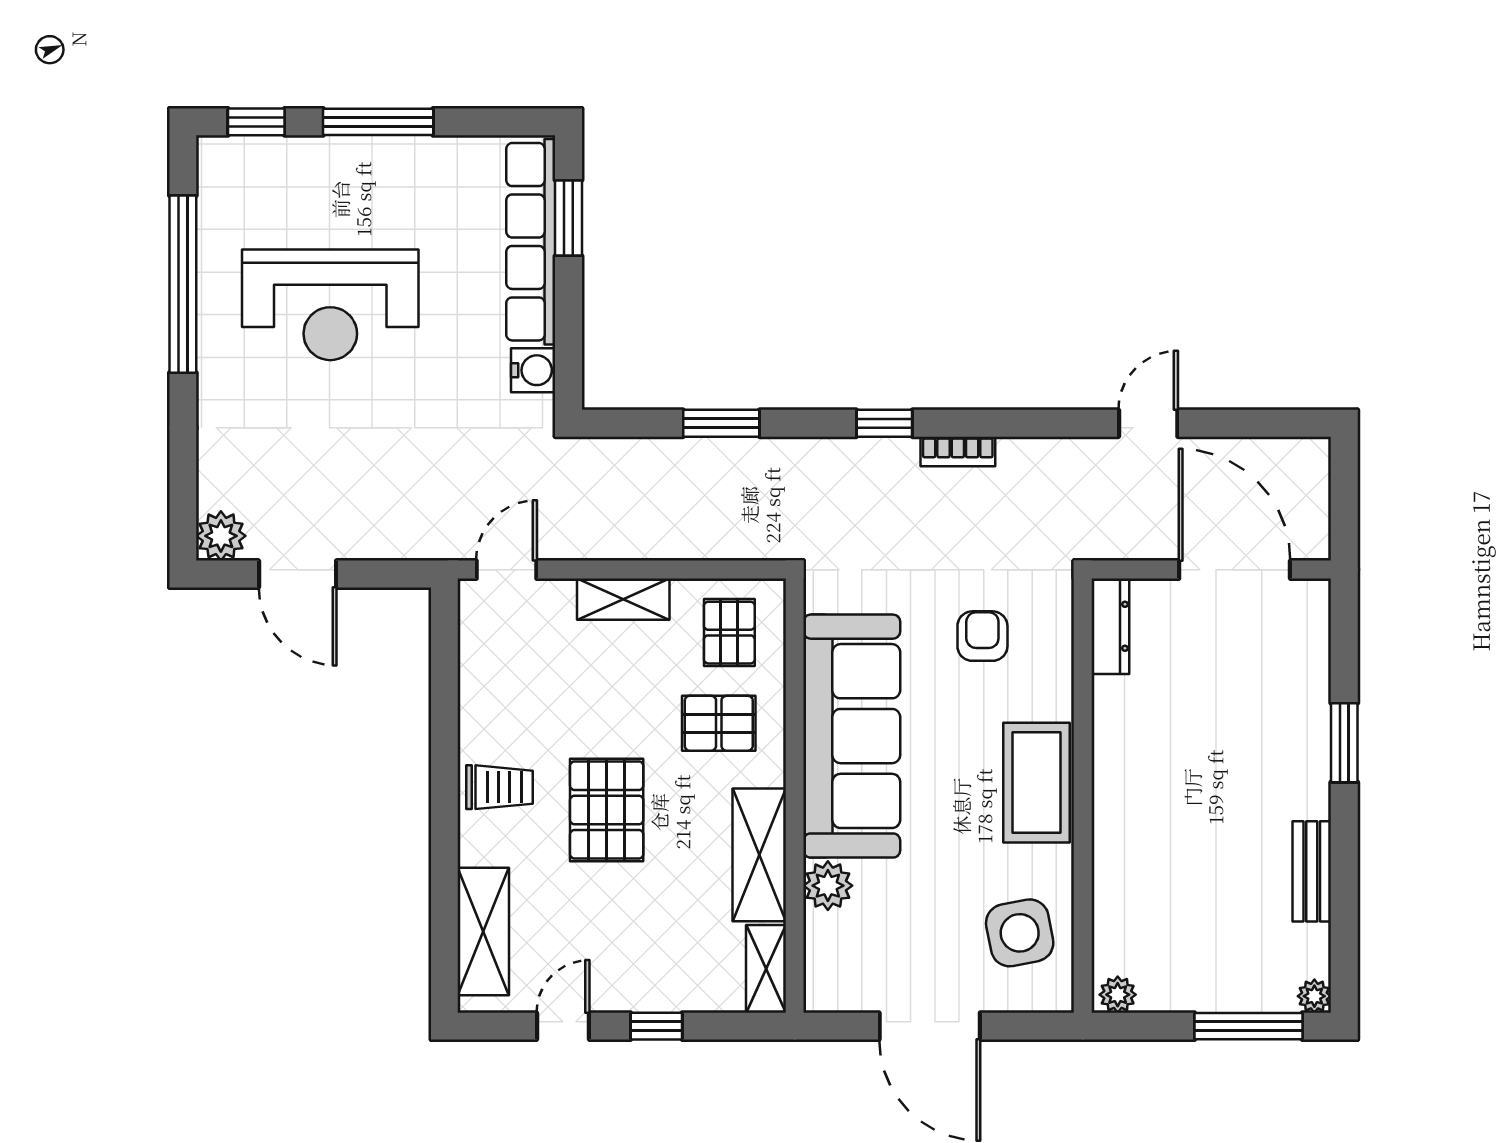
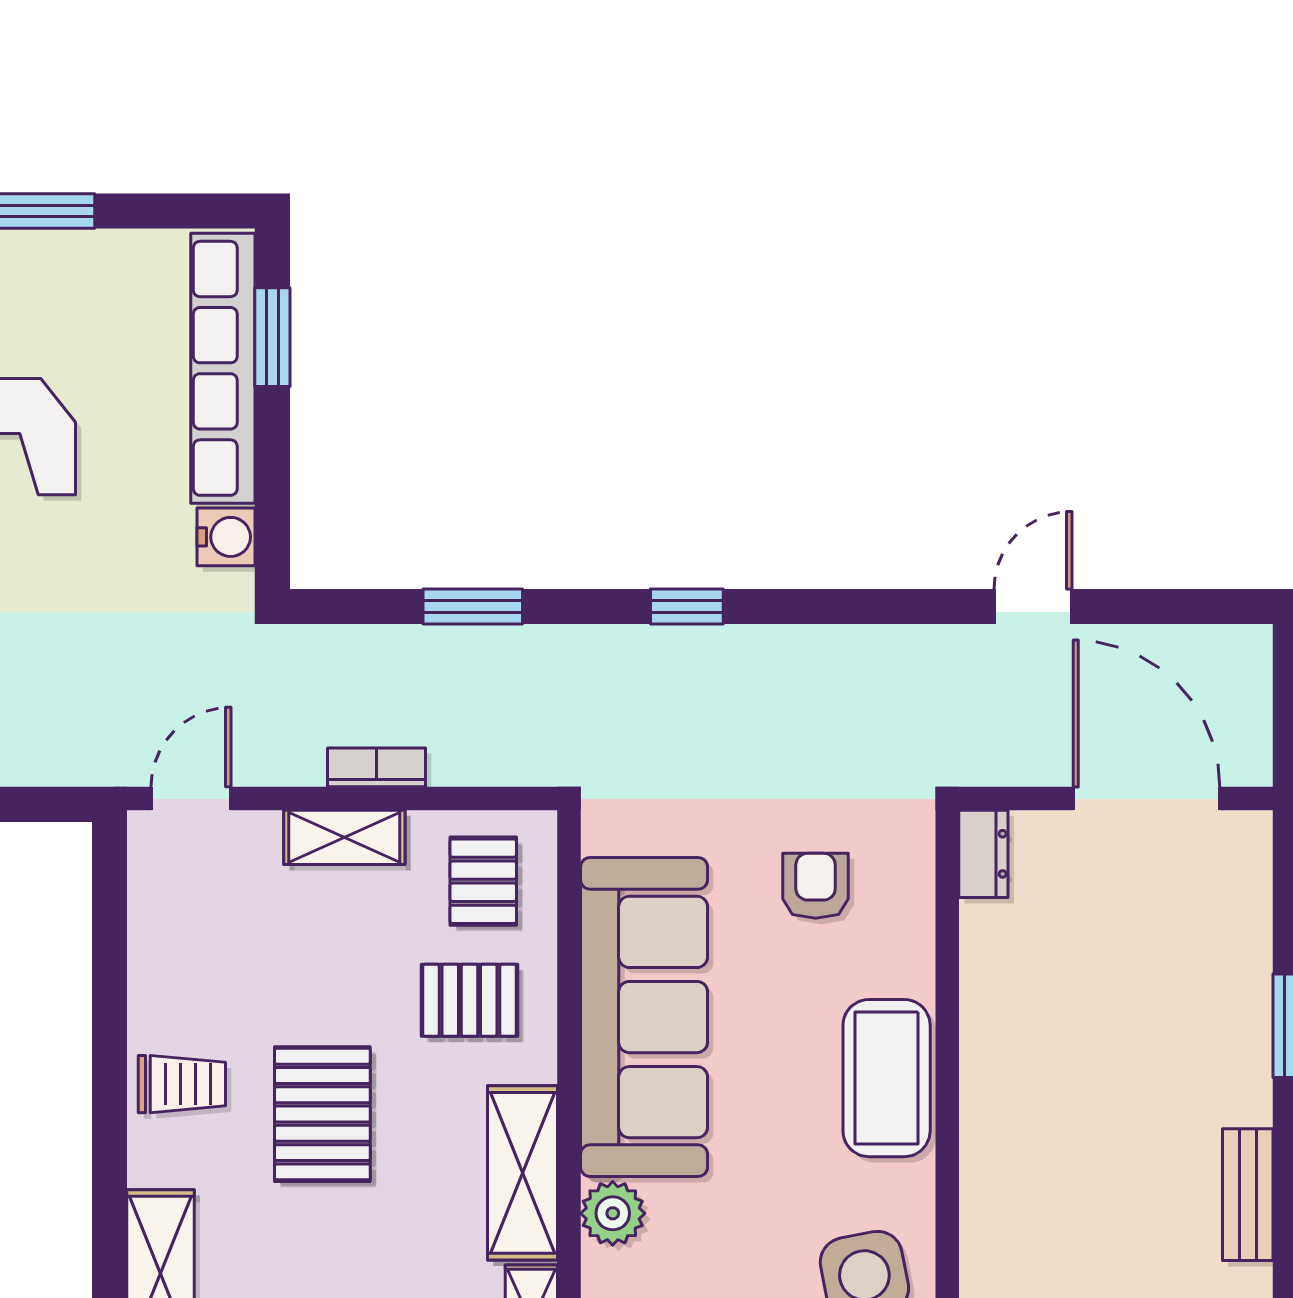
bookcase: (958, 451) -> (376, 767), moved, turned 180
dresser: (1110, 626) -> (983, 854), width x0.70

